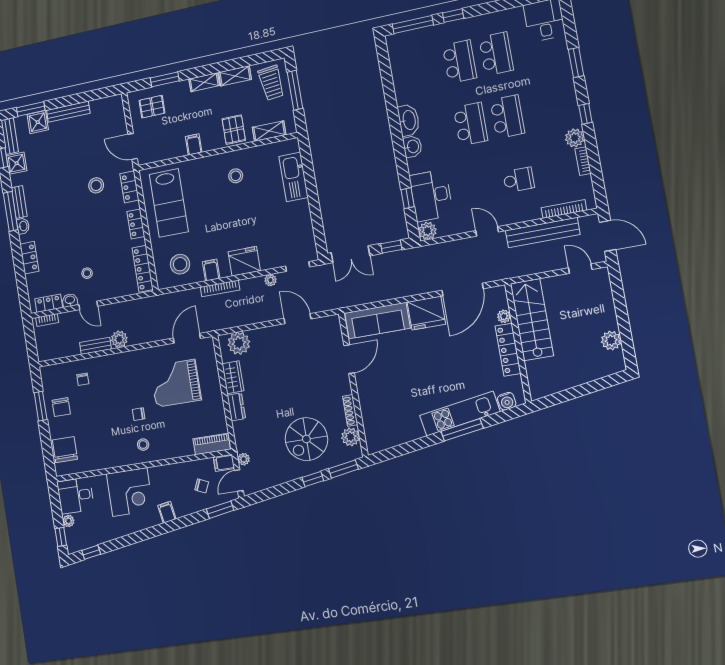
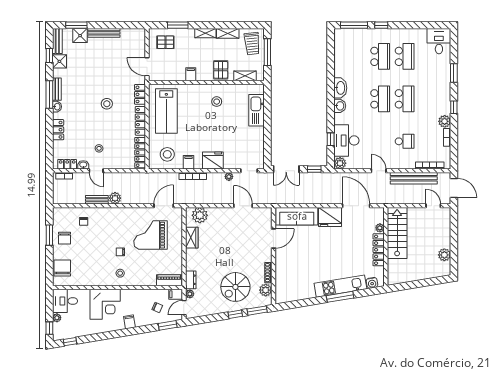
stool: (96, 185) -> (107, 104), moved
locker: (136, 224) -> (140, 121), width x1.53
door: (463, 289) -> (356, 206), swing flipped
dresser: (236, 407) -> (191, 280), moved

